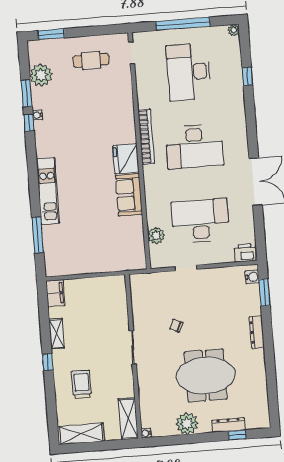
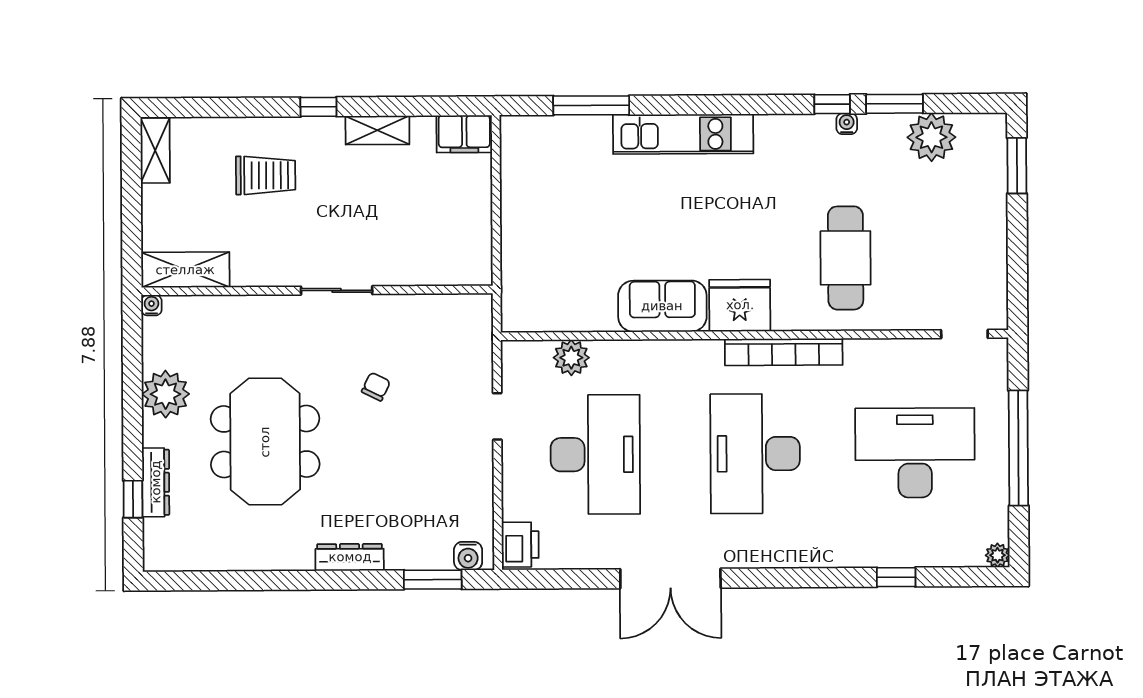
cafe table: (91, 60) -> (846, 258), moved, width x1.37, depth x1.35
shelving: (81, 434) -> (155, 150), width x0.67, depth x0.75

